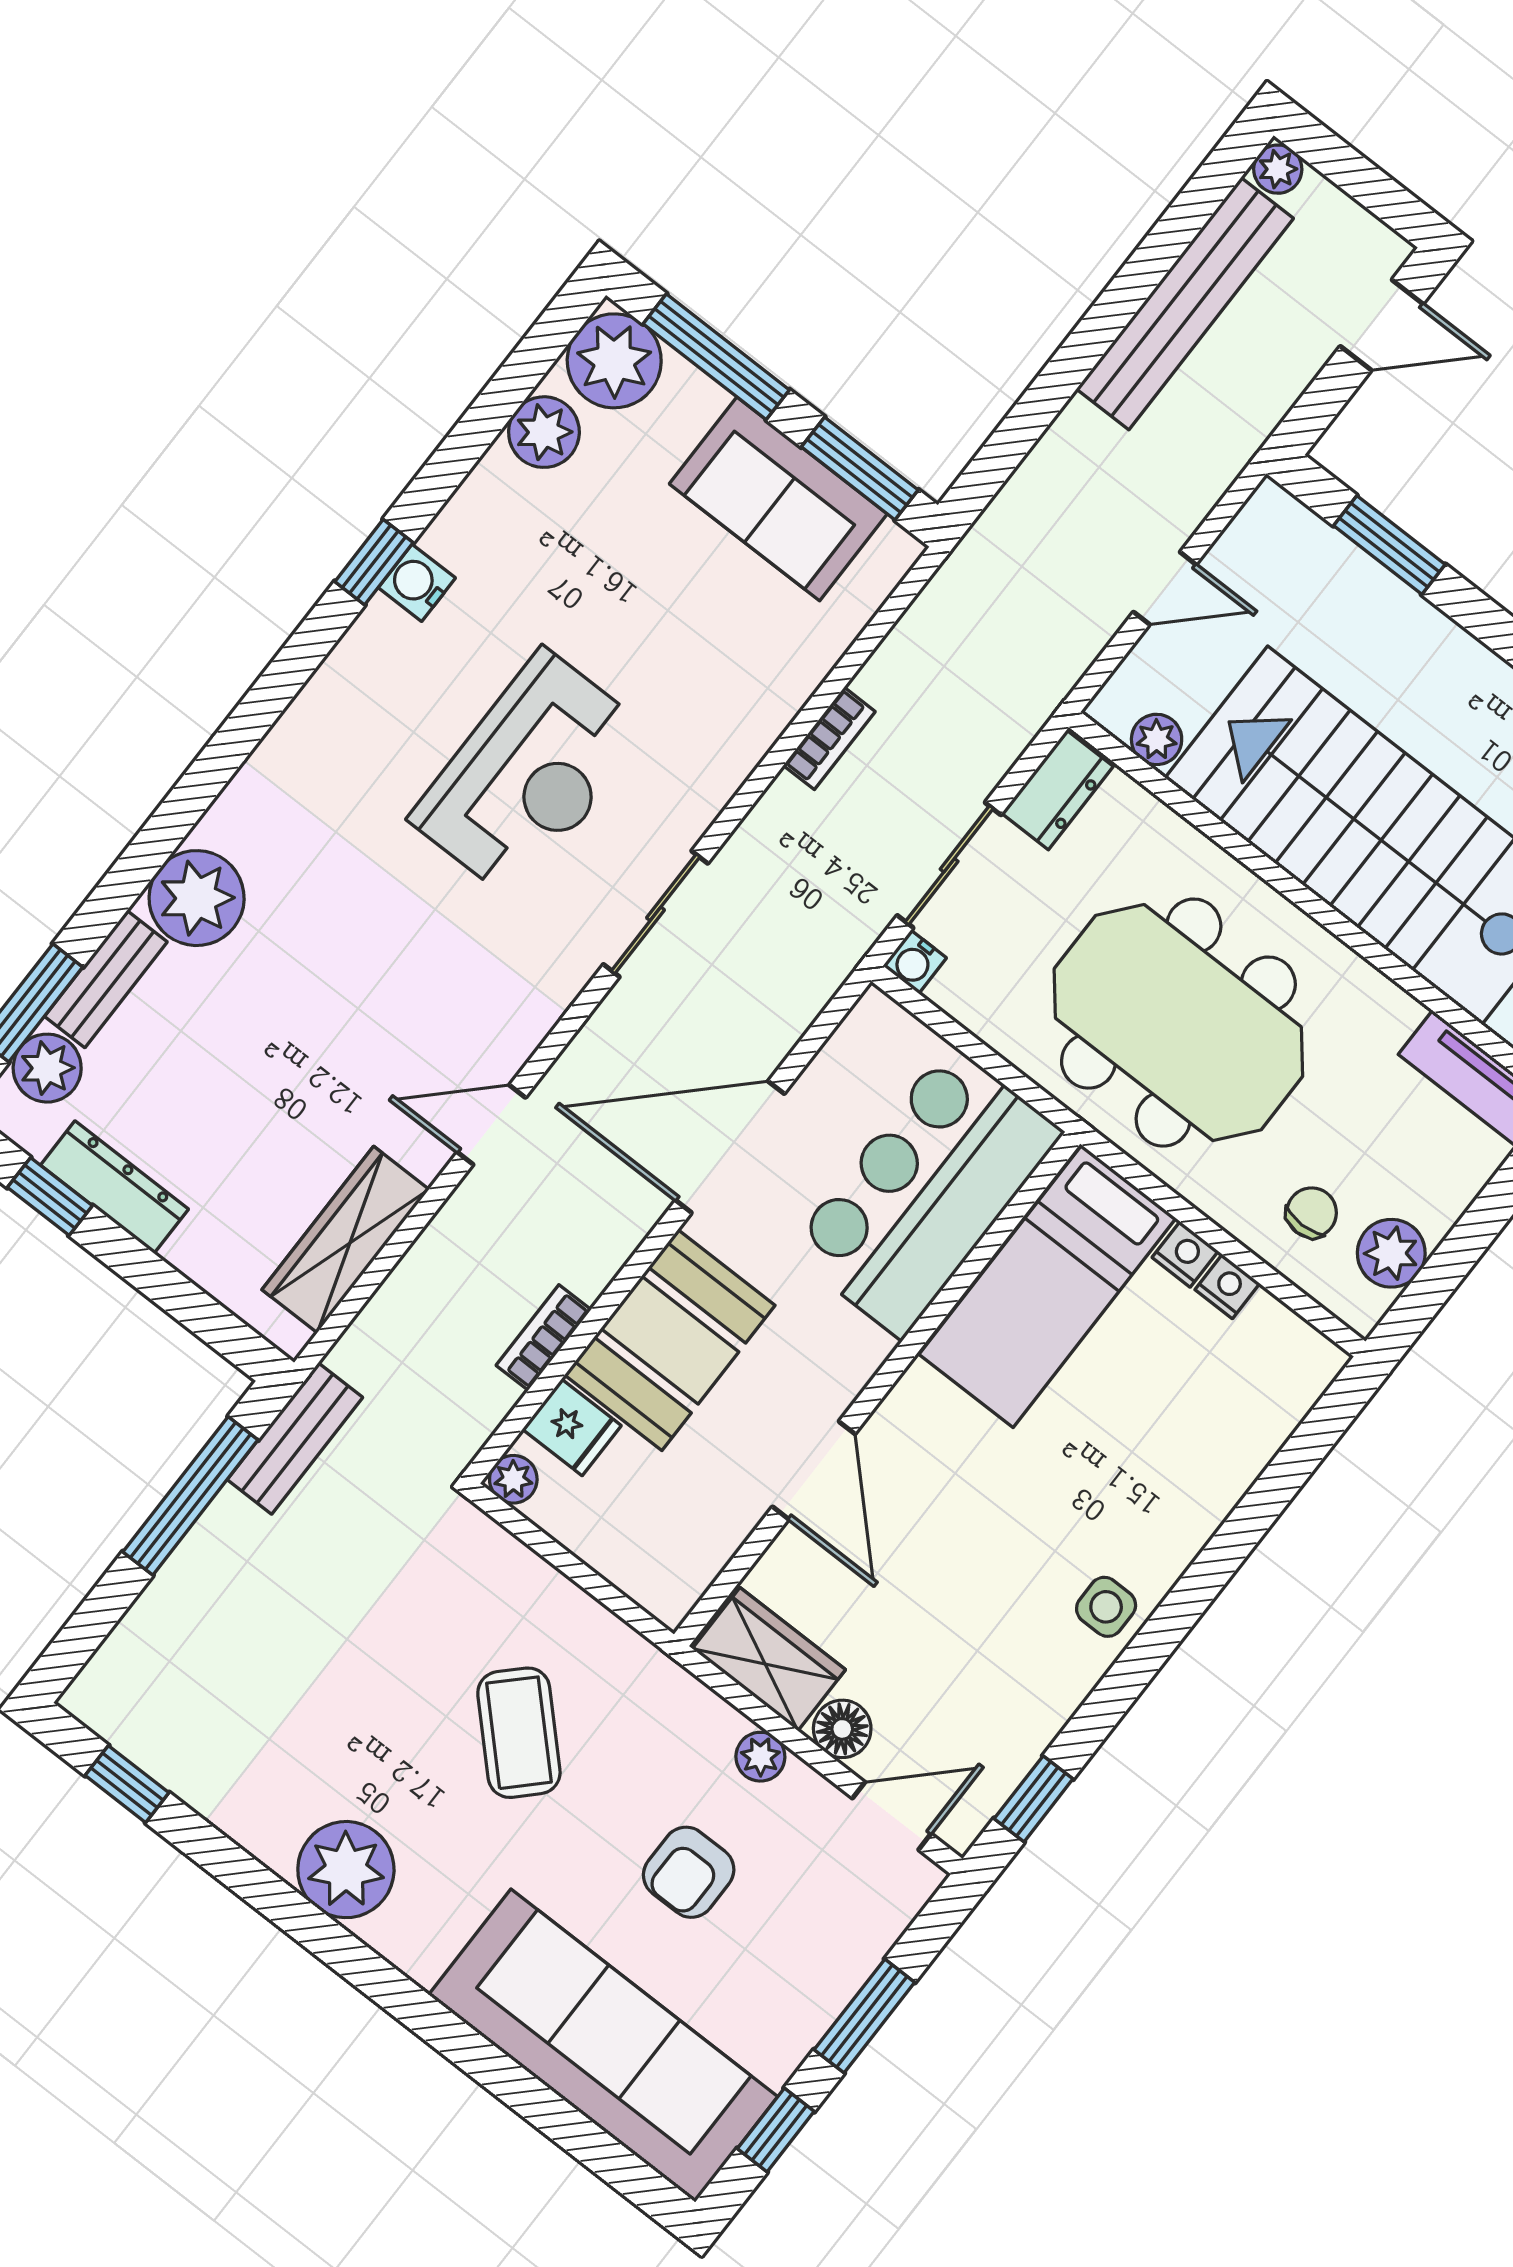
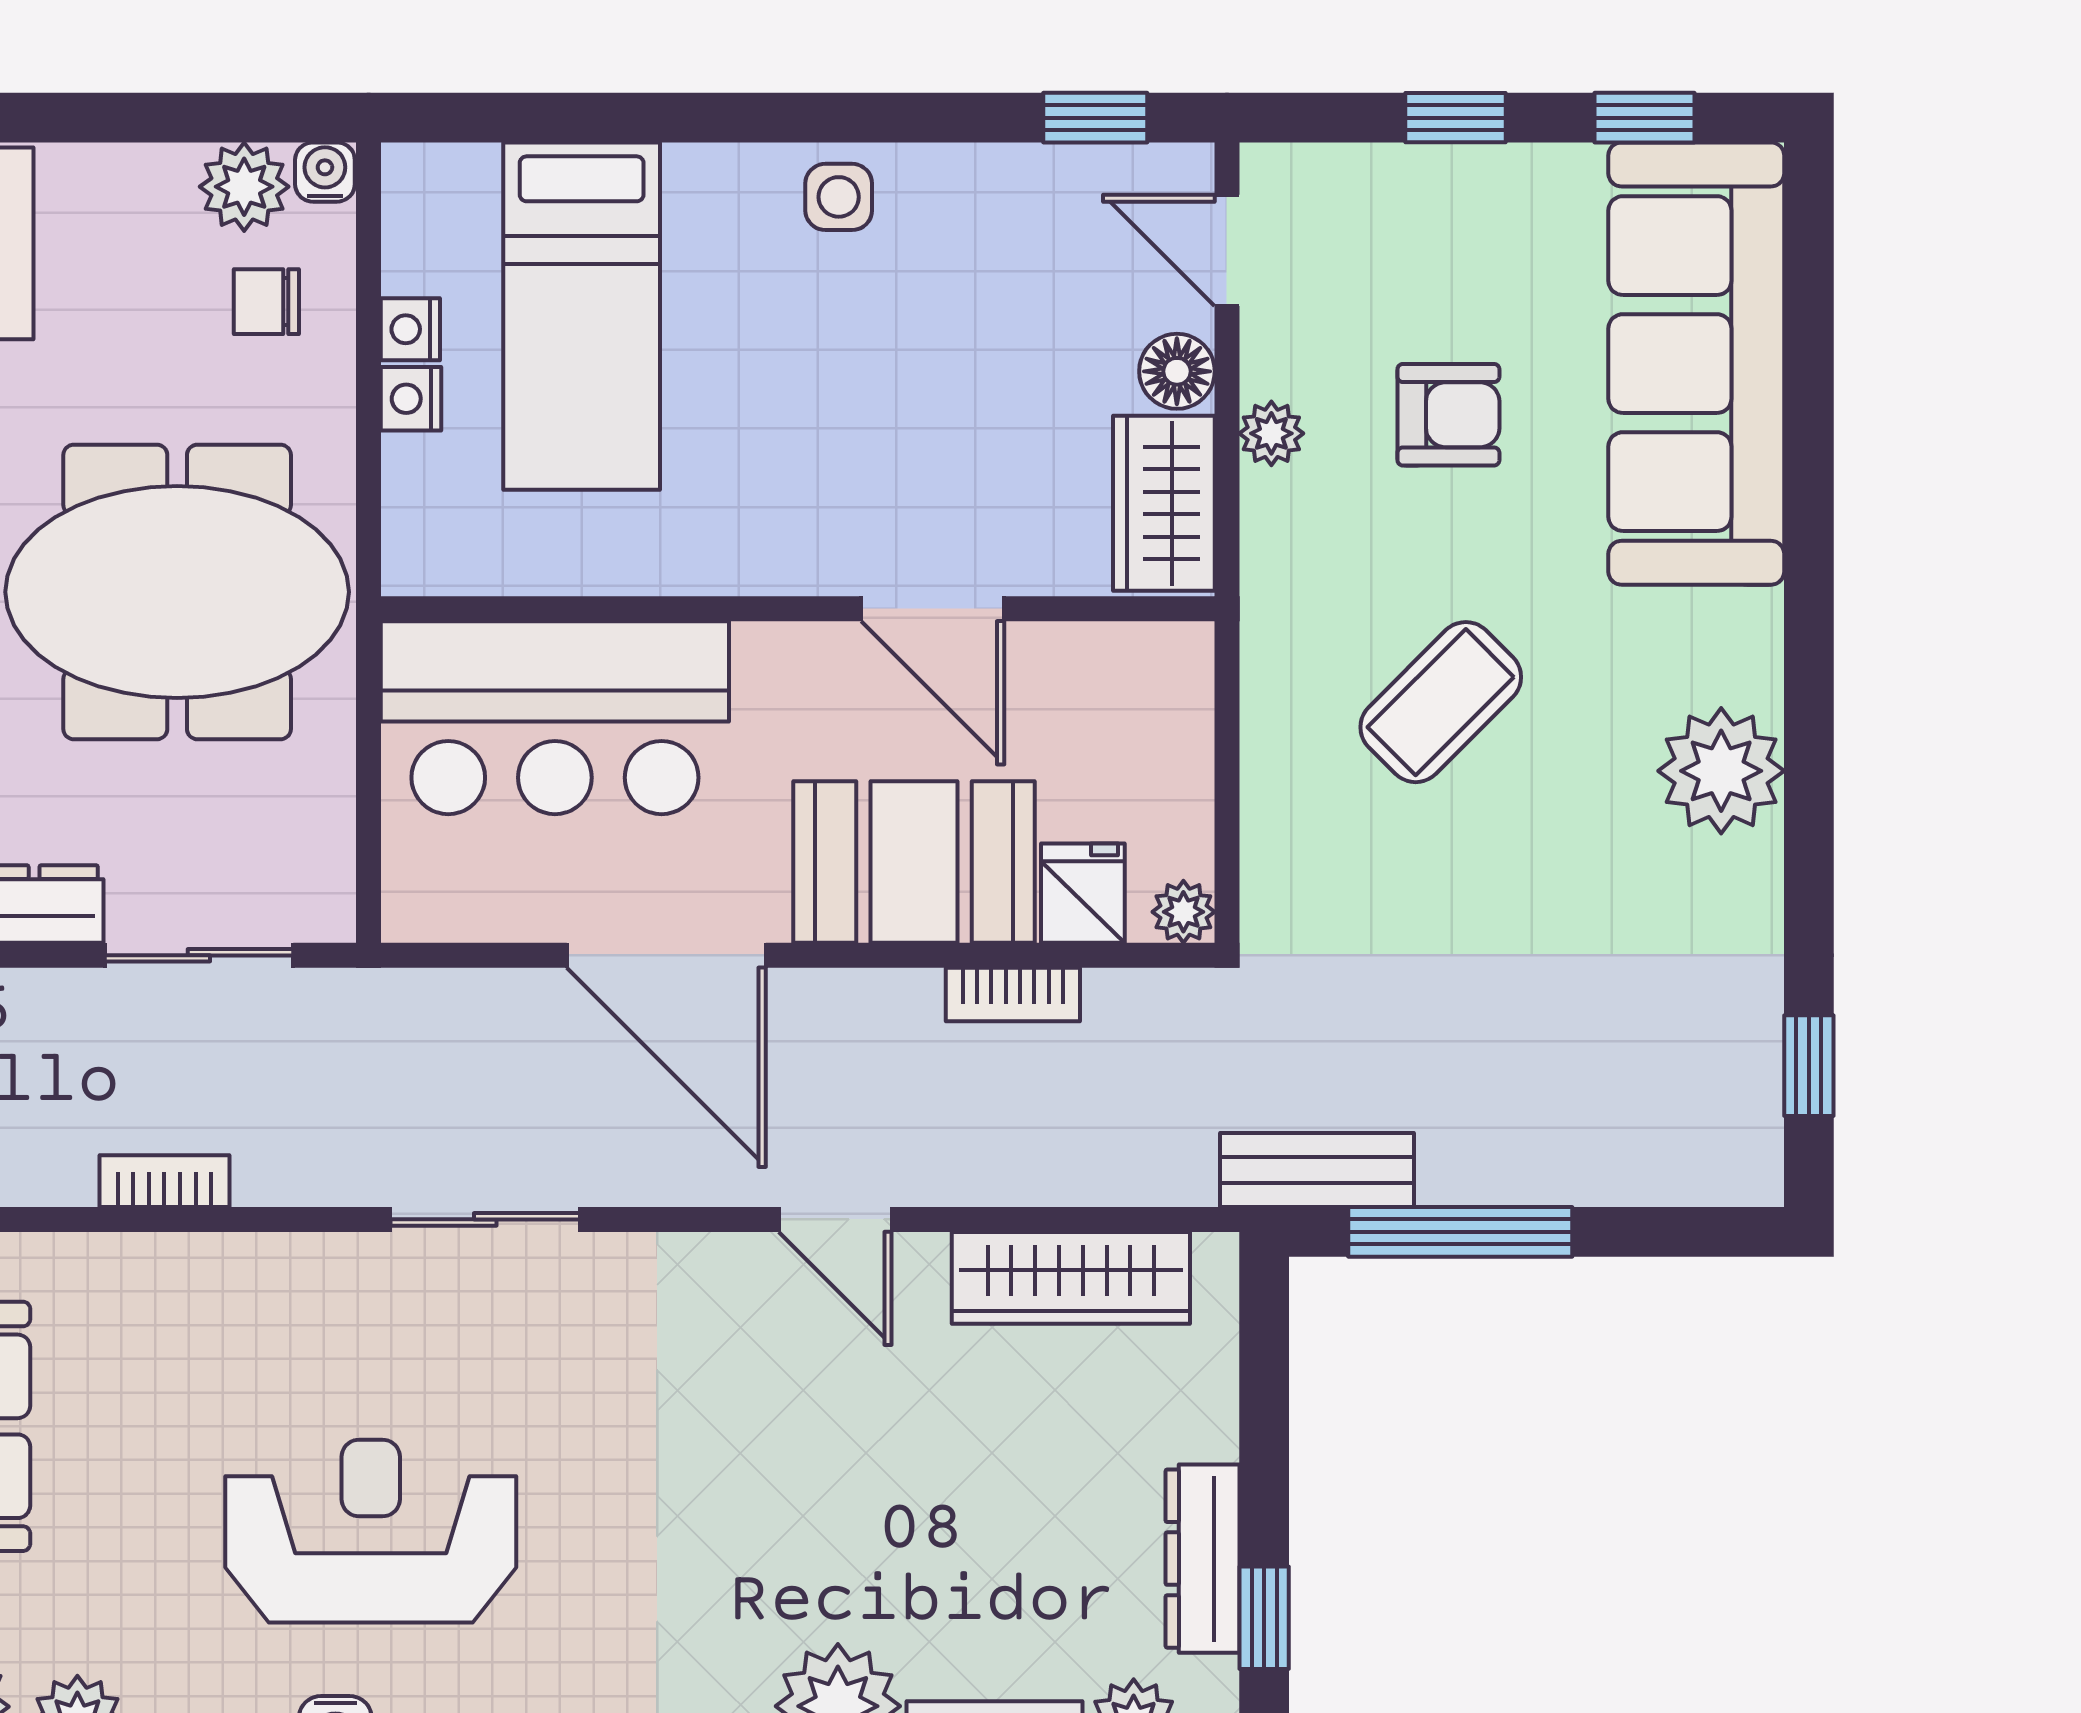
reception desk: (529, 775) -> (371, 1531), moved
water cooler: (915, 962) -> (325, 172), moved, turned -90
meeting table: (1178, 1023) -> (177, 592), turned 90
bed: (1047, 1286) -> (582, 316), moved, turned 90
door: (814, 1470) -> (933, 609), swing flipped
window: (864, 2016) -> (1455, 118), width x0.67

